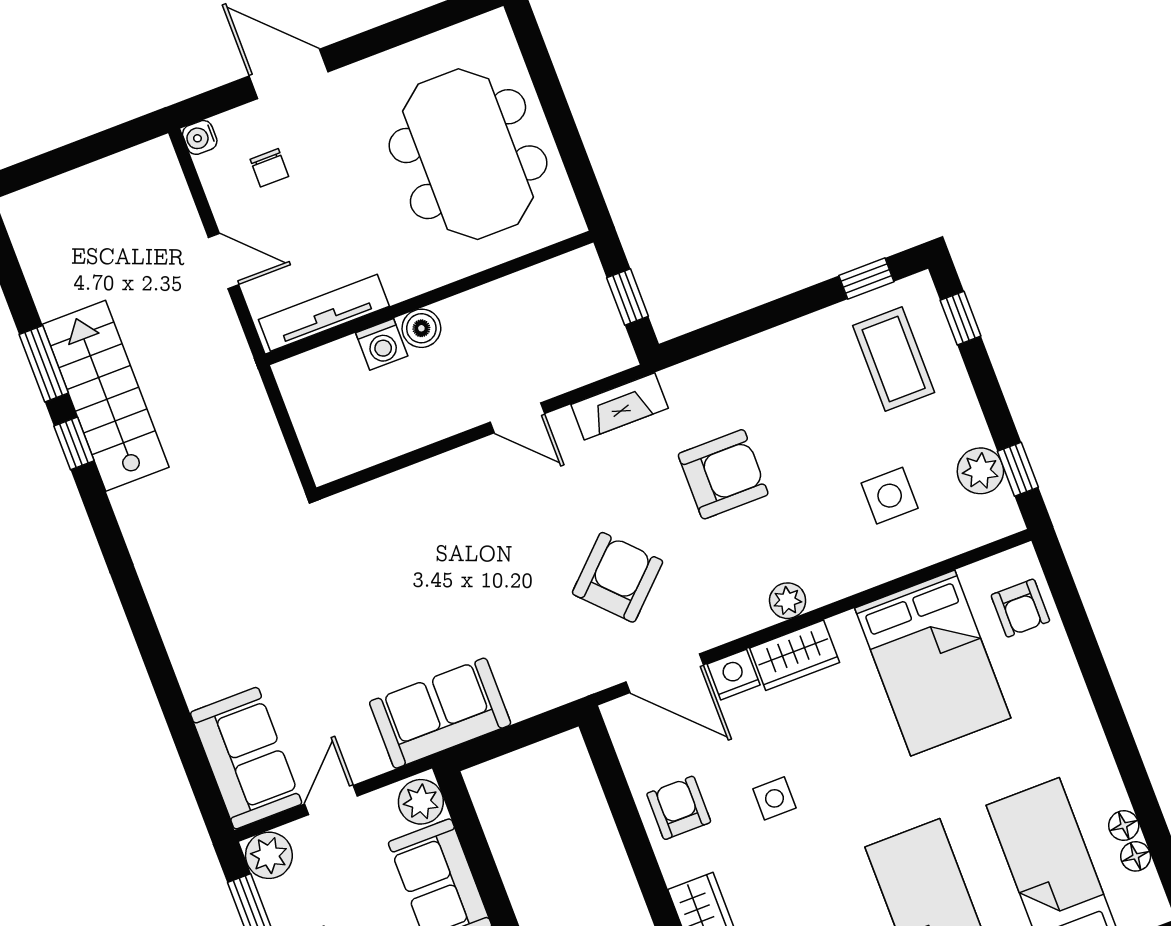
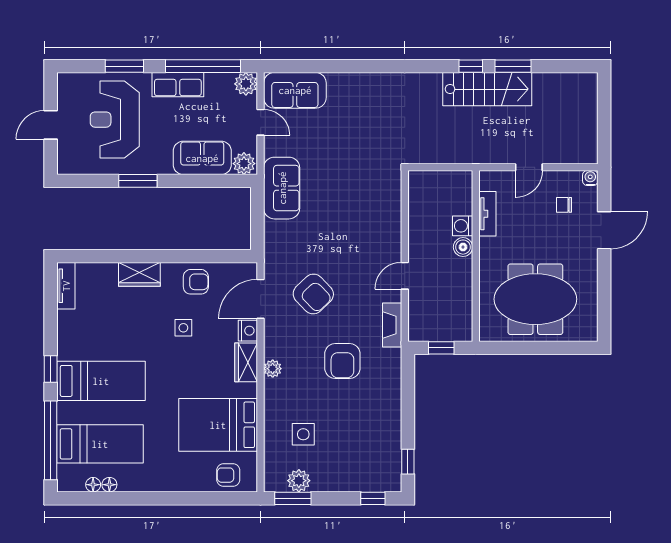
tv unit: (324, 313) -> (487, 214), width x0.71
coffee table: (894, 359) -> (366, 460), removed
window: (1018, 469) -> (293, 498), width x1.50

